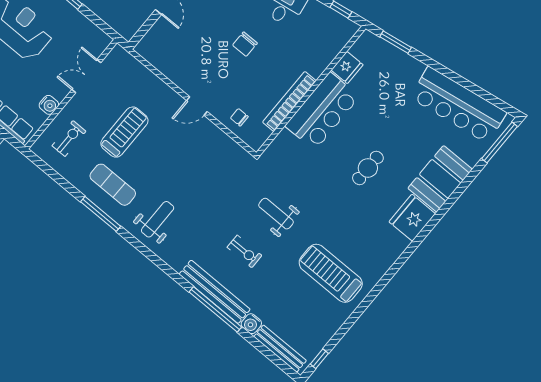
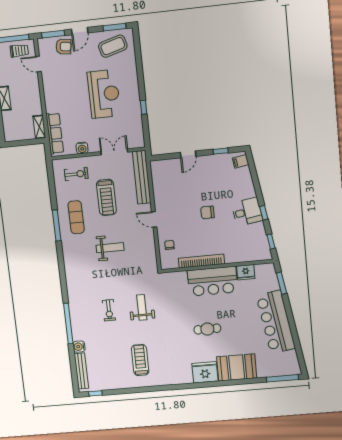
bar counter: (458, 105) -> (276, 322), moved
treadmill: (124, 132) -> (106, 197), turned 90
weight bench: (158, 219) -> (110, 248), moved
treadmill: (331, 273) -> (140, 360), width x0.73, depth x0.73
bench: (215, 292) -> (142, 177), moved

